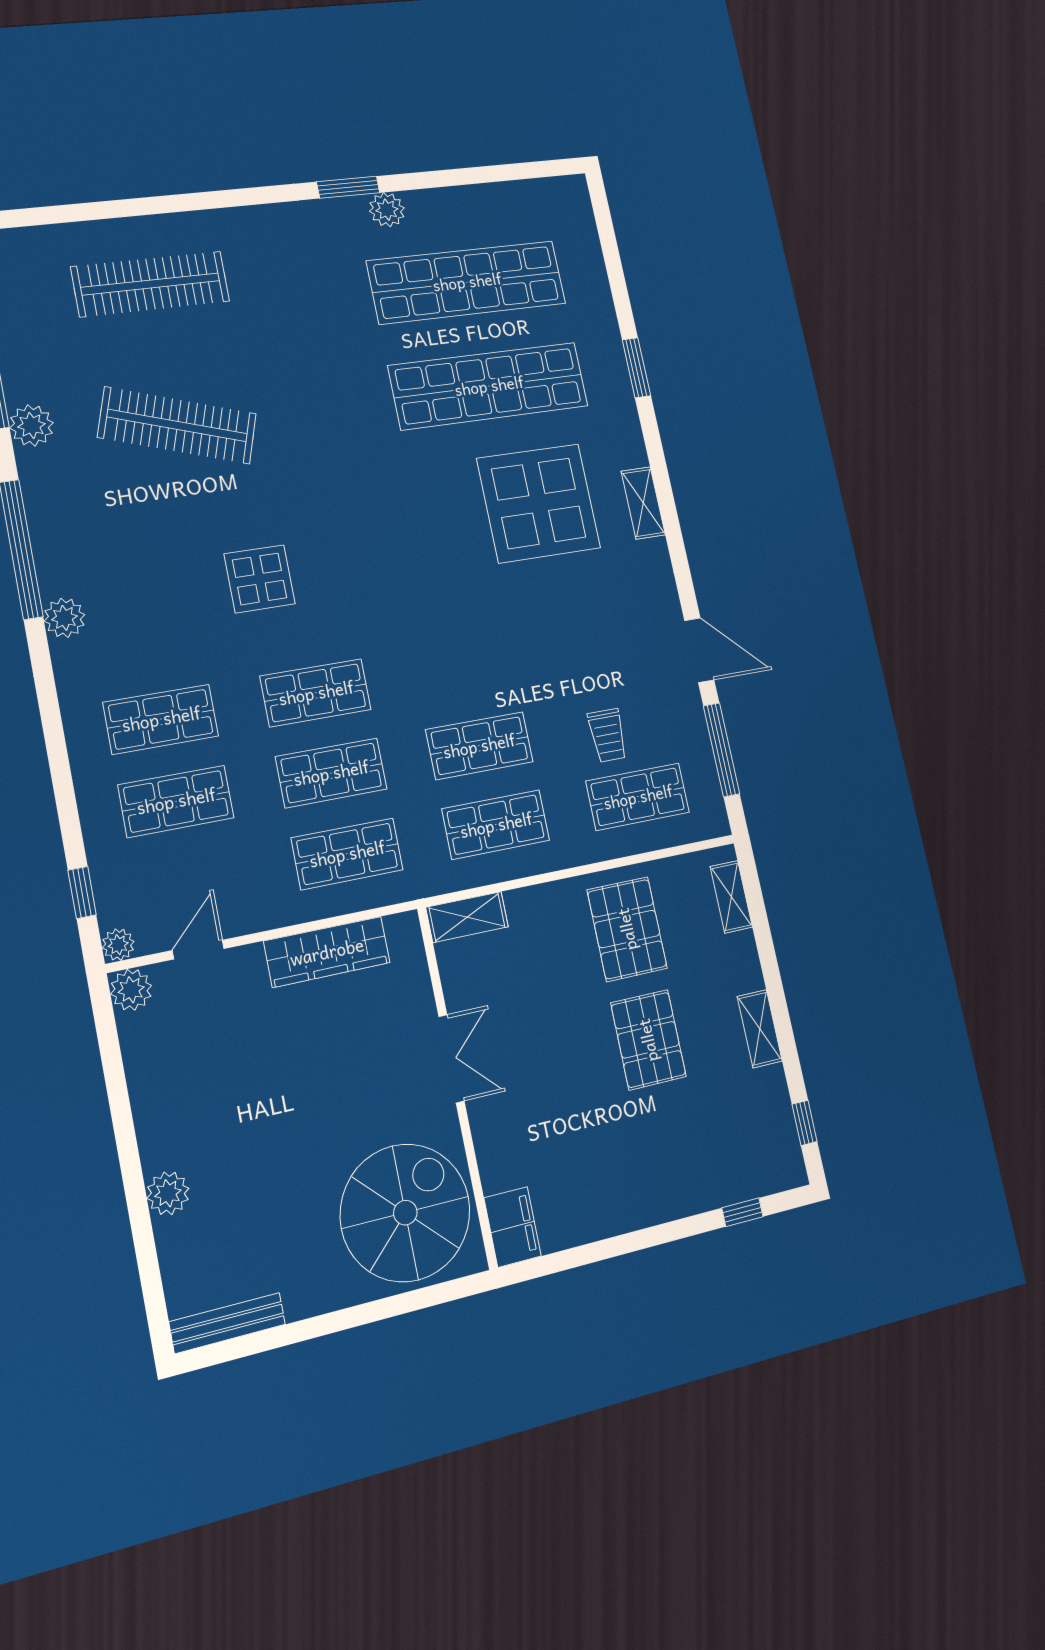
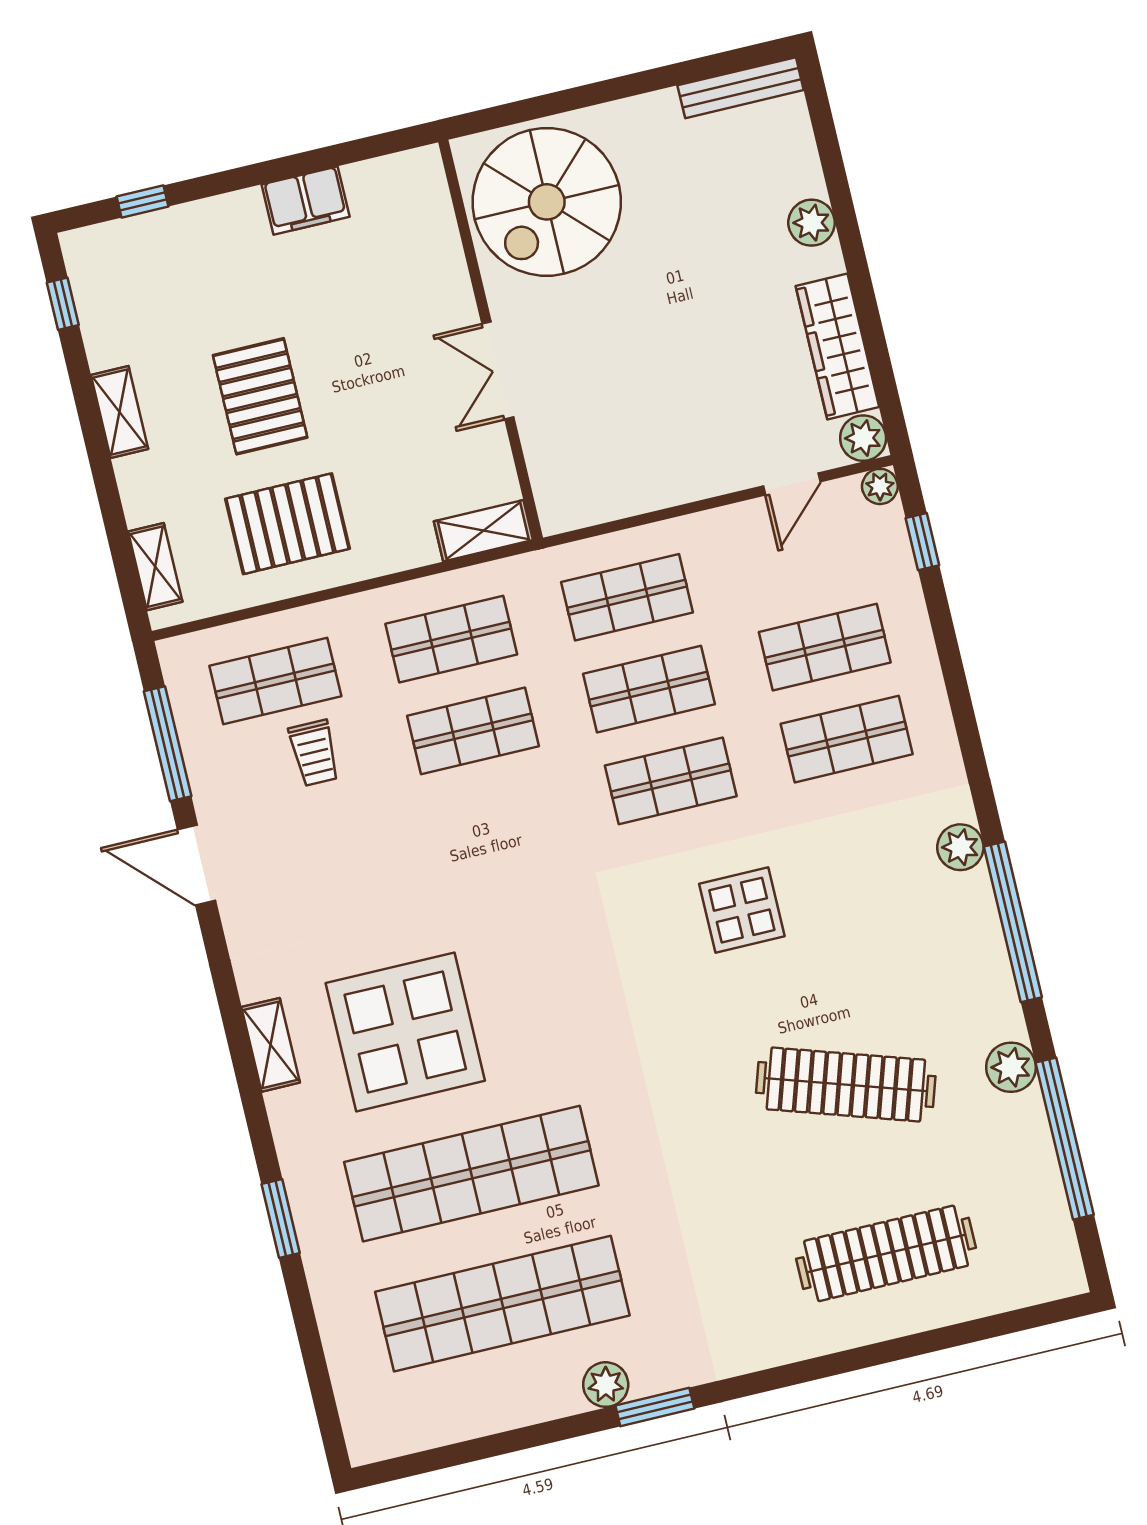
trolley: (608, 735) -> (314, 753), turned 180
pallet: (627, 929) -> (287, 524), turned 90
wardrobe: (327, 952) -> (837, 346), moved, turned -90
filing cabinet: (513, 1227) -> (306, 201), moved, turned -90

